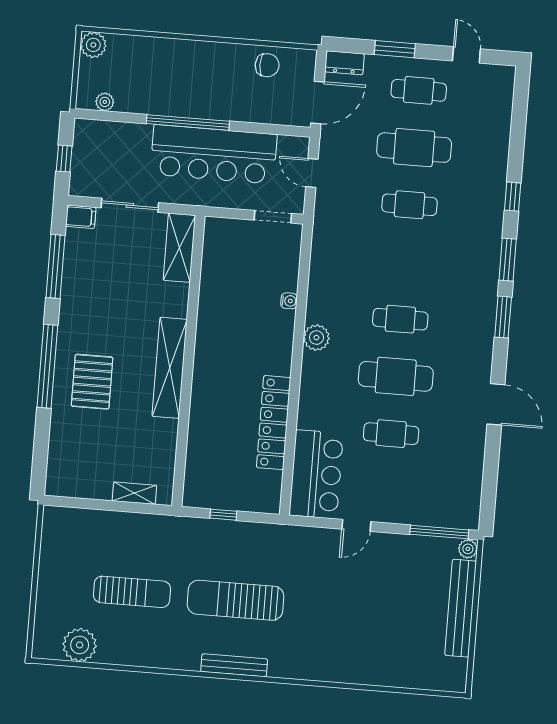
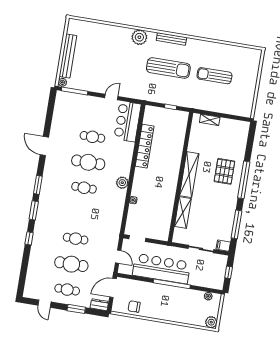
shelving: (179, 248) -> (183, 213), moved
plant: (80, 645) -> (139, 37), moved

